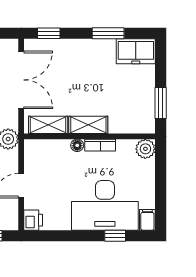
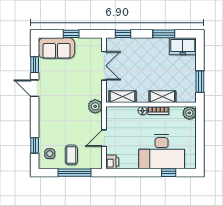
double door: (21, 80) -> (104, 66), width x0.73
shelving: (88, 125) -> (162, 97), moved
filing cabinet: (147, 220) -> (191, 162), removed

